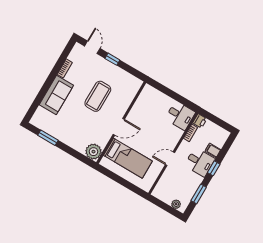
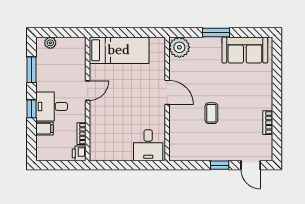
sofa: (56, 95) -> (245, 50), moved, turned -90
coffee table: (98, 96) -> (211, 113), width x0.54, depth x0.58
desk: (180, 116) -> (148, 145), moved, turned -90
door: (119, 127) -> (167, 92), swing flipped
window: (48, 138) -> (216, 33), moved
bed: (128, 158) -> (119, 50), moved, turned 180

